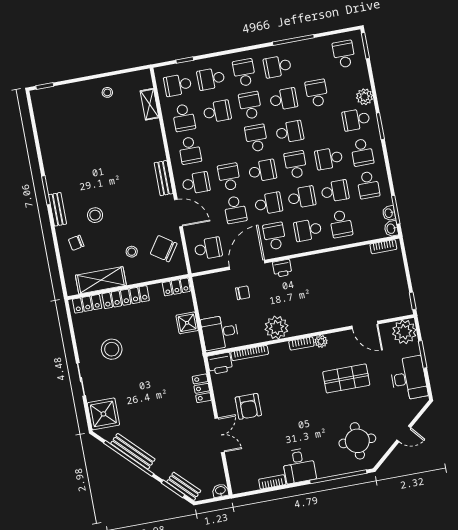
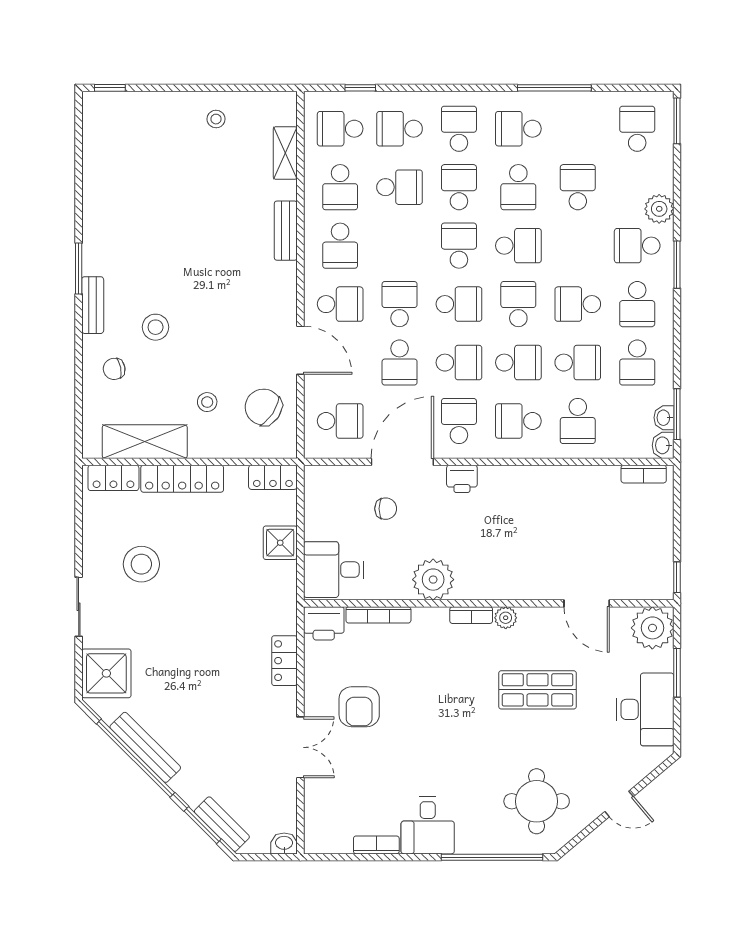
school desk: (284, 99) -> (518, 187), turned 90
bench: (164, 178) -> (286, 231), moved

